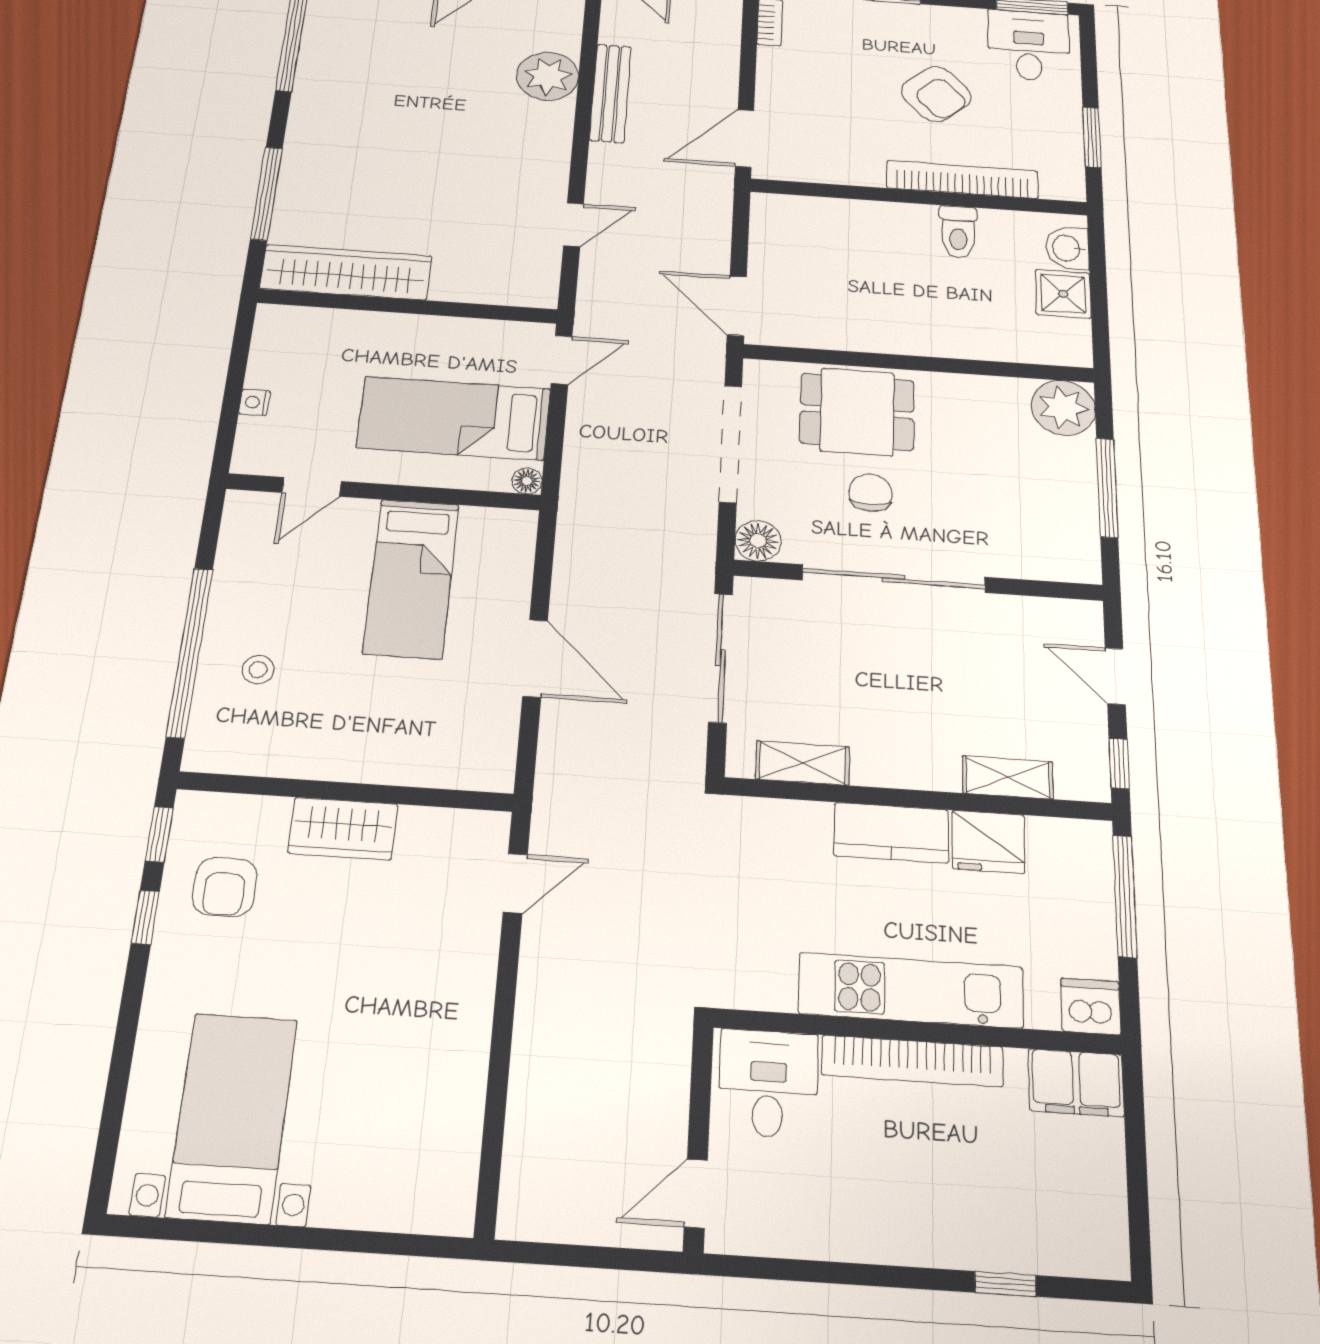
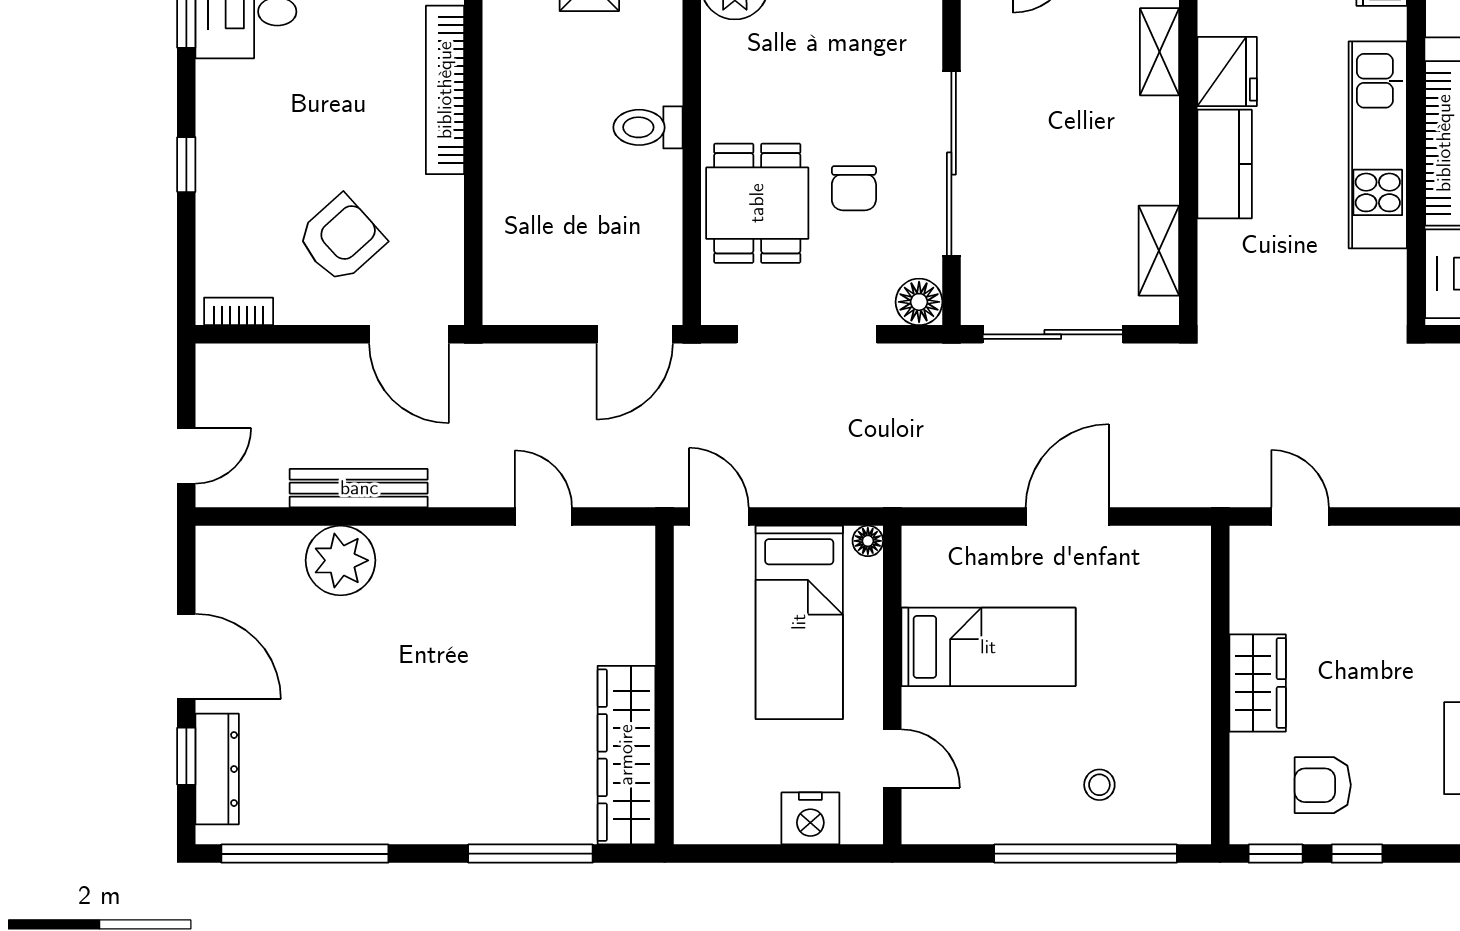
armchair: (936, 94) -> (341, 239), moved
toilet: (958, 232) -> (648, 127), moved, turned 180
nightstand: (254, 402) -> (810, 818), width x1.89, depth x1.79
chair: (870, 493) -> (854, 188), turned -90
armchair: (225, 887) -> (1323, 785), turned 180

